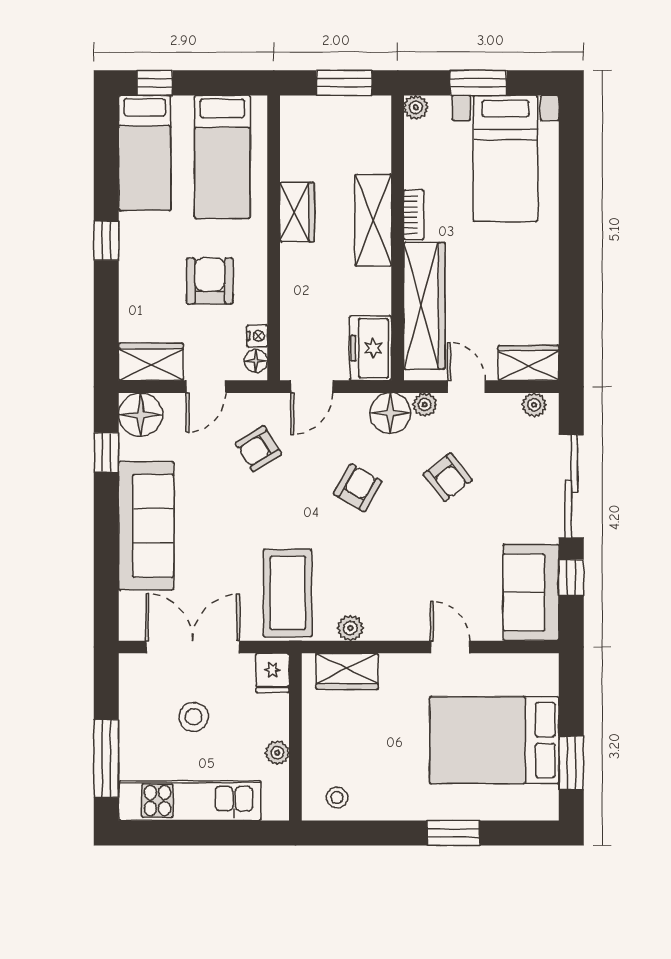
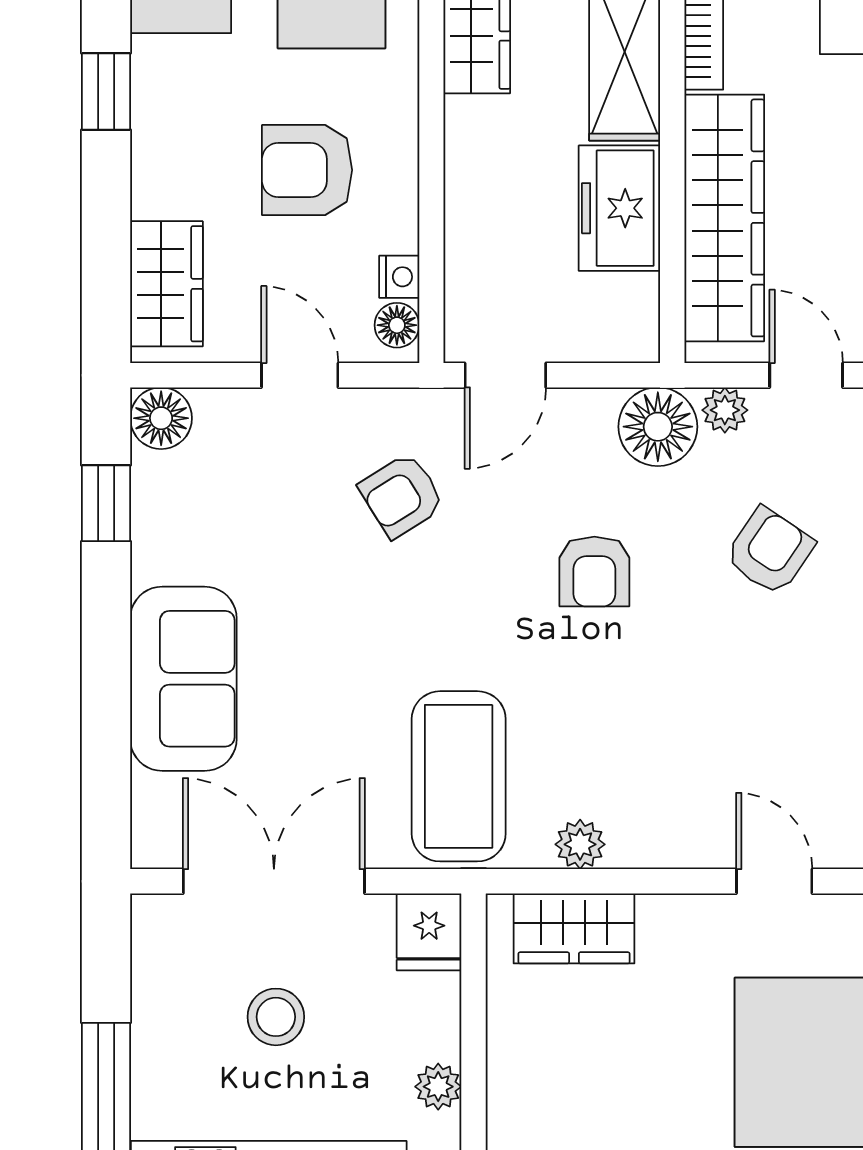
armchair: (210, 281) -> (307, 170), turned -90
freezer: (371, 348) -> (619, 208), moved
wardrobe: (151, 362) -> (167, 284), moved, turned 90
door: (206, 387) -> (300, 375), swing flipped
floor lamp: (141, 415) -> (161, 418), width x0.73, depth x0.73
armchair: (448, 477) -> (770, 551), turned -108
armchair: (358, 488) -> (594, 572), turned 150
sofa: (146, 526) -> (183, 679), width x0.73

